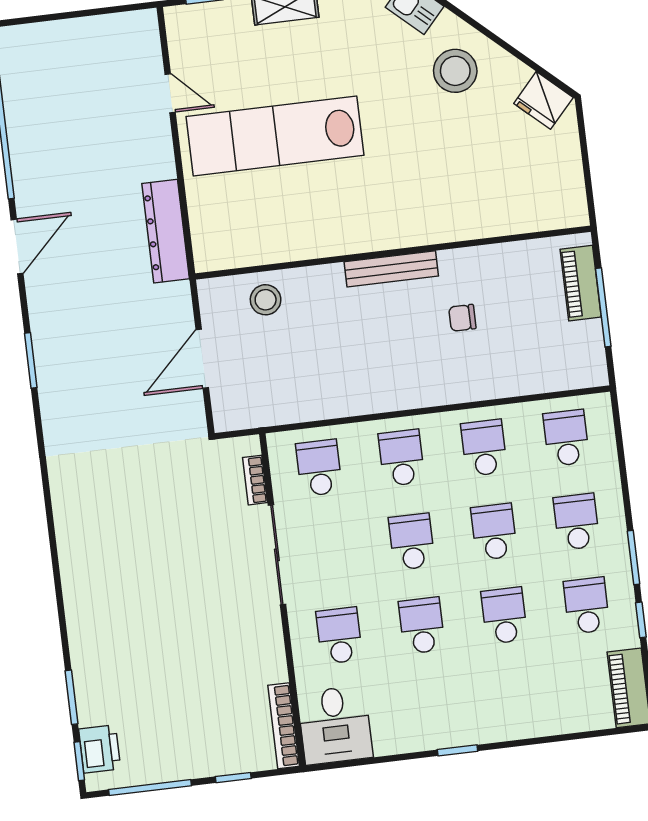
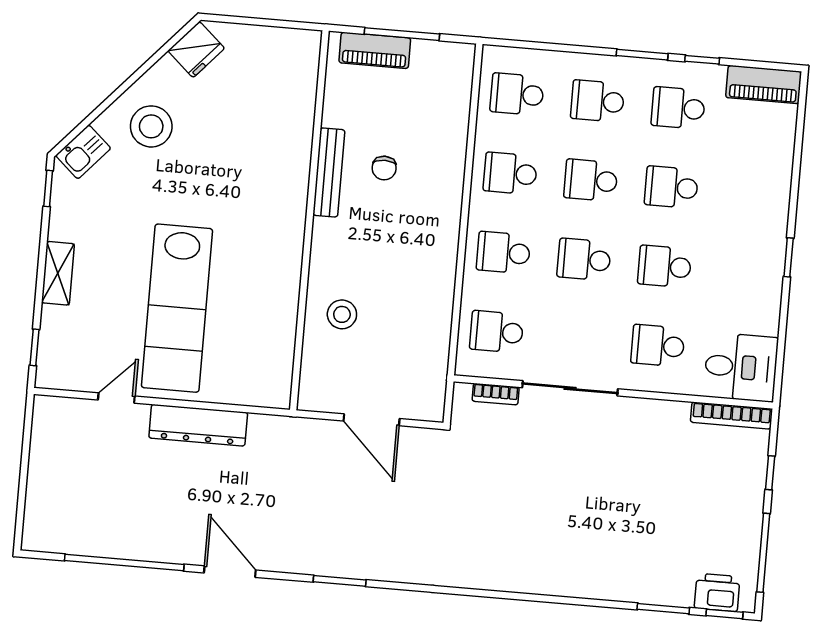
dresser: (166, 231) -> (198, 425), moved
bench: (391, 269) -> (329, 172), moved
stool: (266, 300) -> (342, 314), moved

